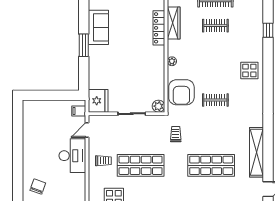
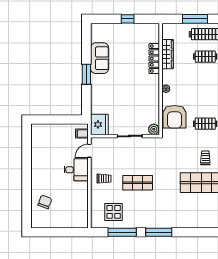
trolley: (176, 134) -> (205, 158), moved
desk: (72, 156) -> (76, 170), width x0.73
shop shelf: (141, 165) -> (138, 183), width x0.70, depth x0.74

